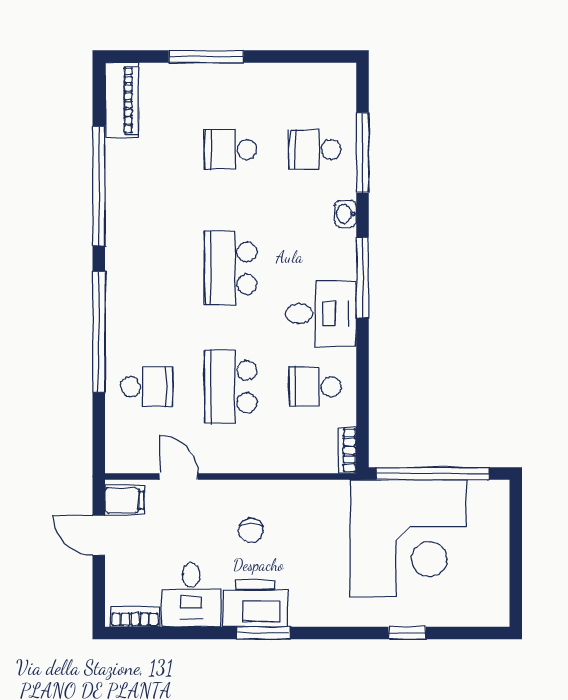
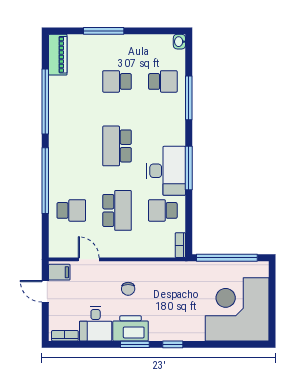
school desk: (315, 149) -> (163, 81), turned 180
window: (363, 153) -> (189, 98), moved
washbasin: (345, 214) -> (179, 42), moved
window: (363, 278) -> (189, 168), moved
desk: (321, 314) -> (166, 171), width x1.37
school desk: (231, 387) -> (117, 210), turned 180
corner desk: (408, 538) -> (237, 309), moved, turned 180
window: (407, 633) -> (173, 344), moved

